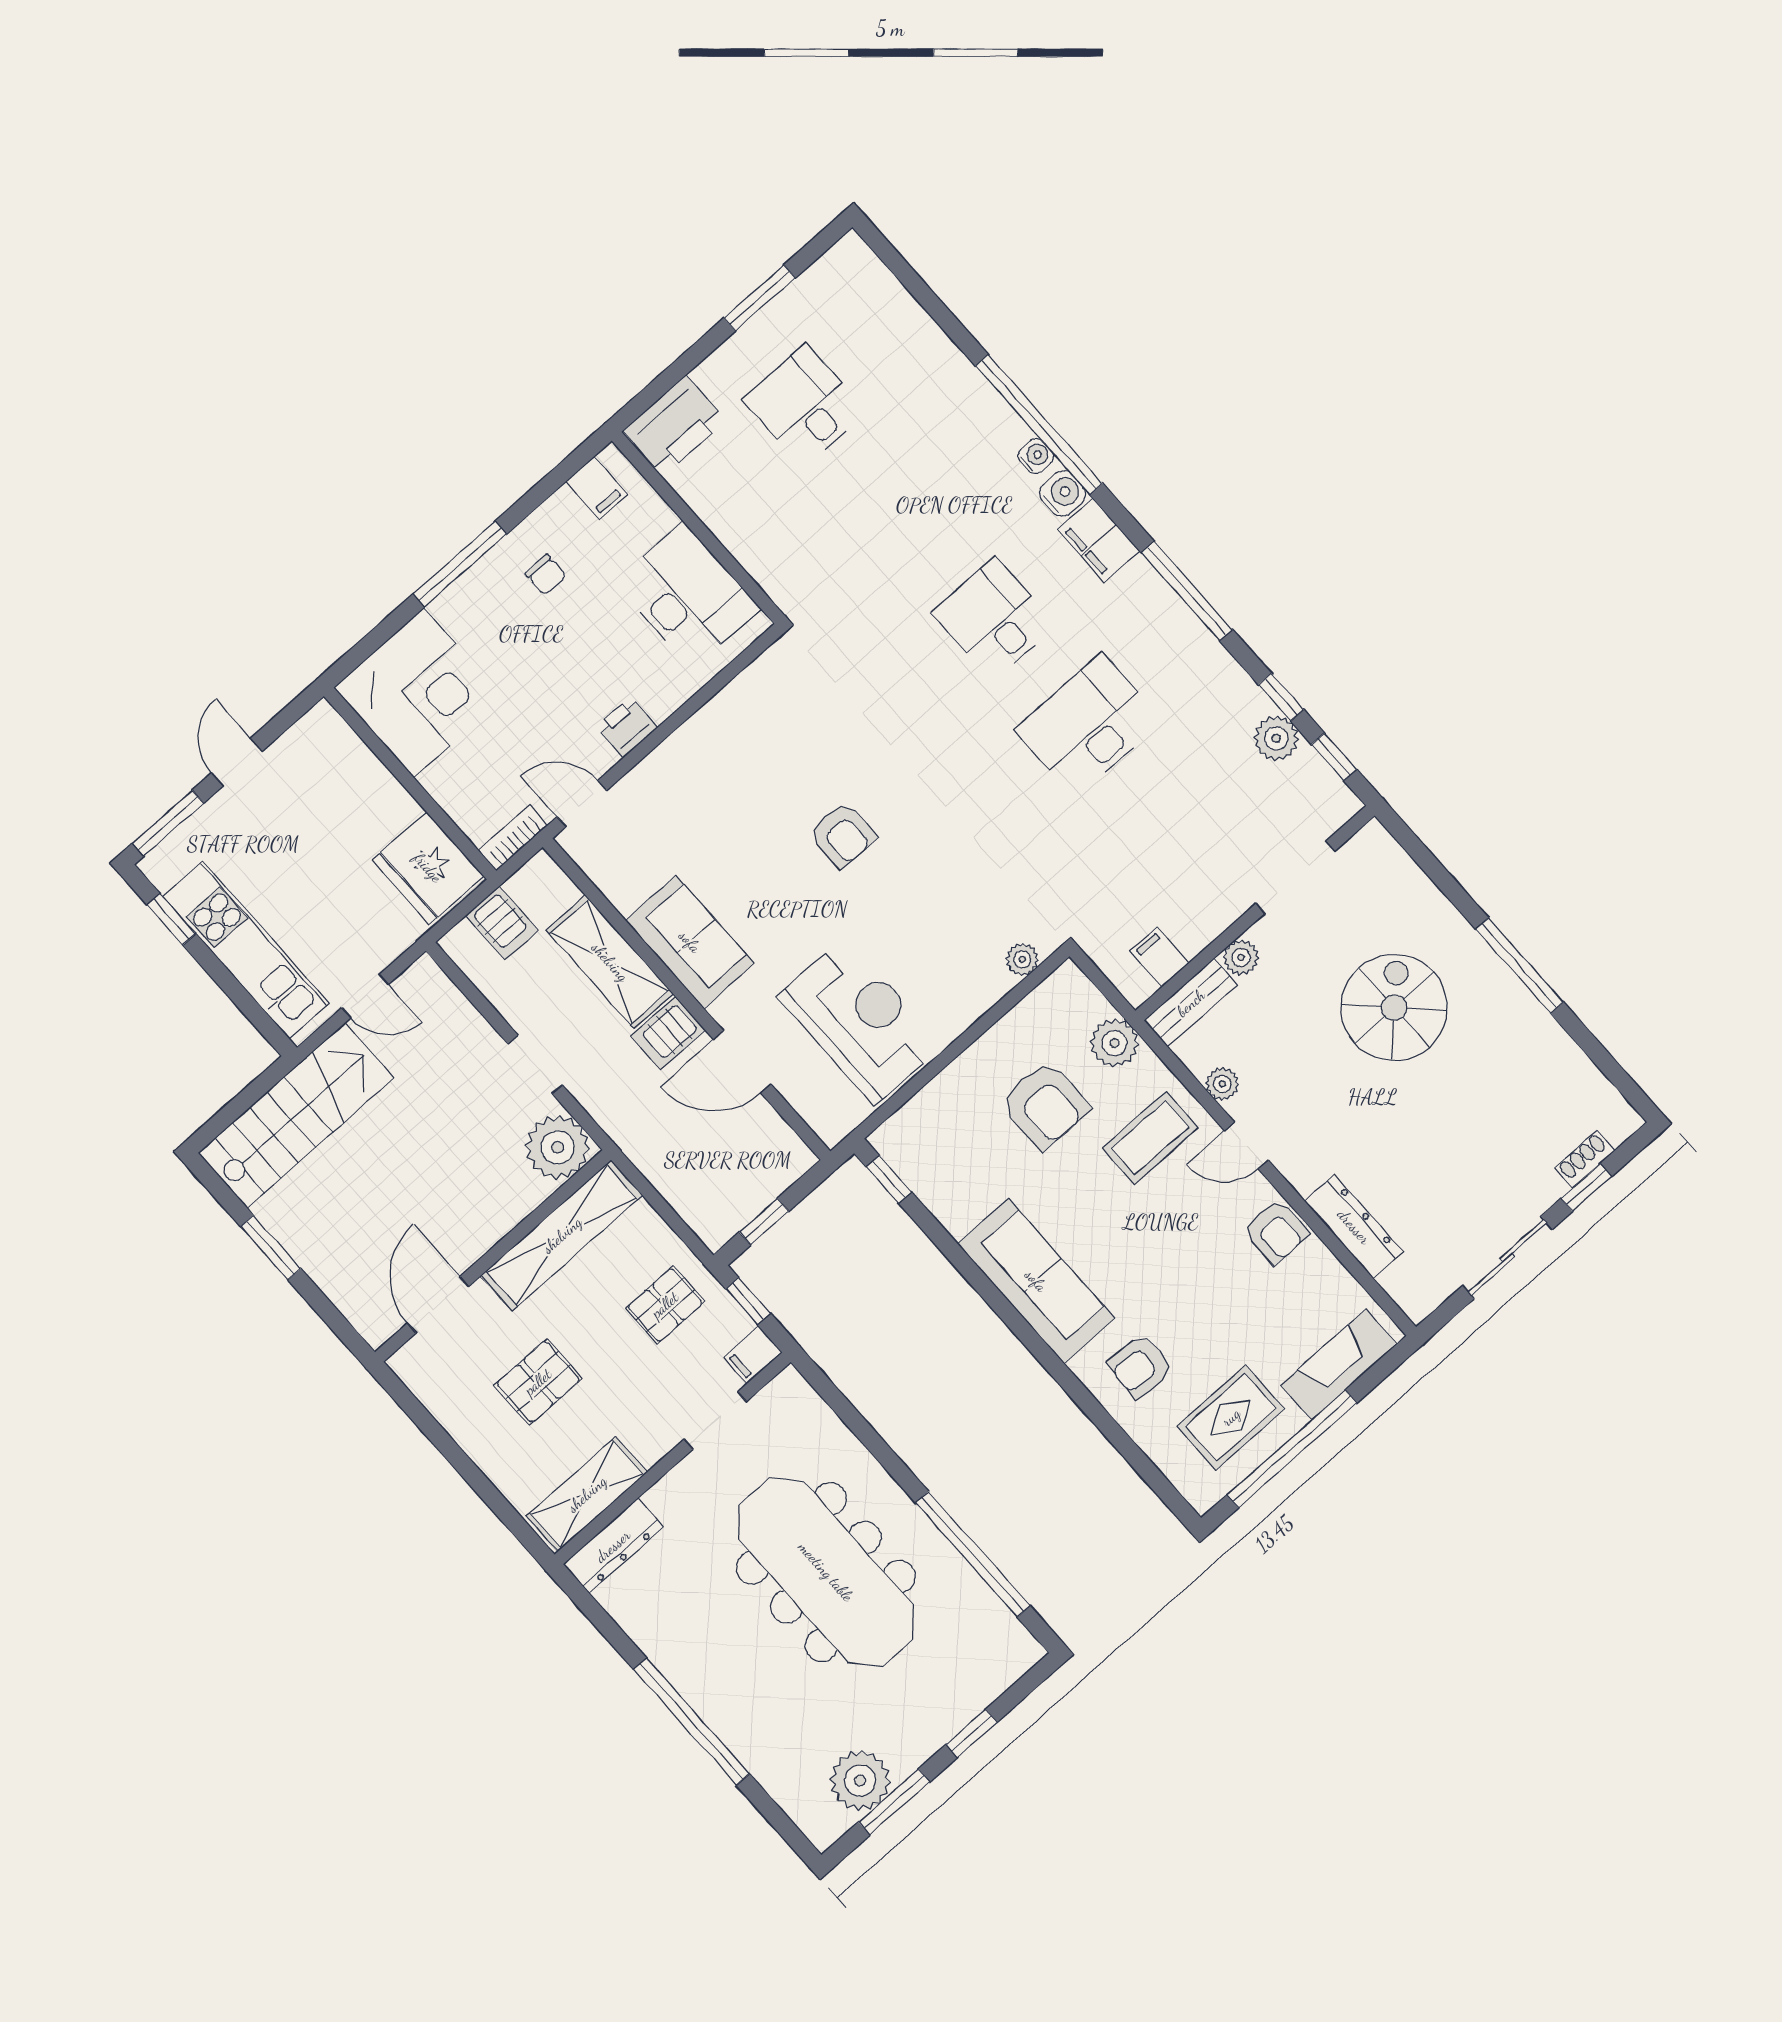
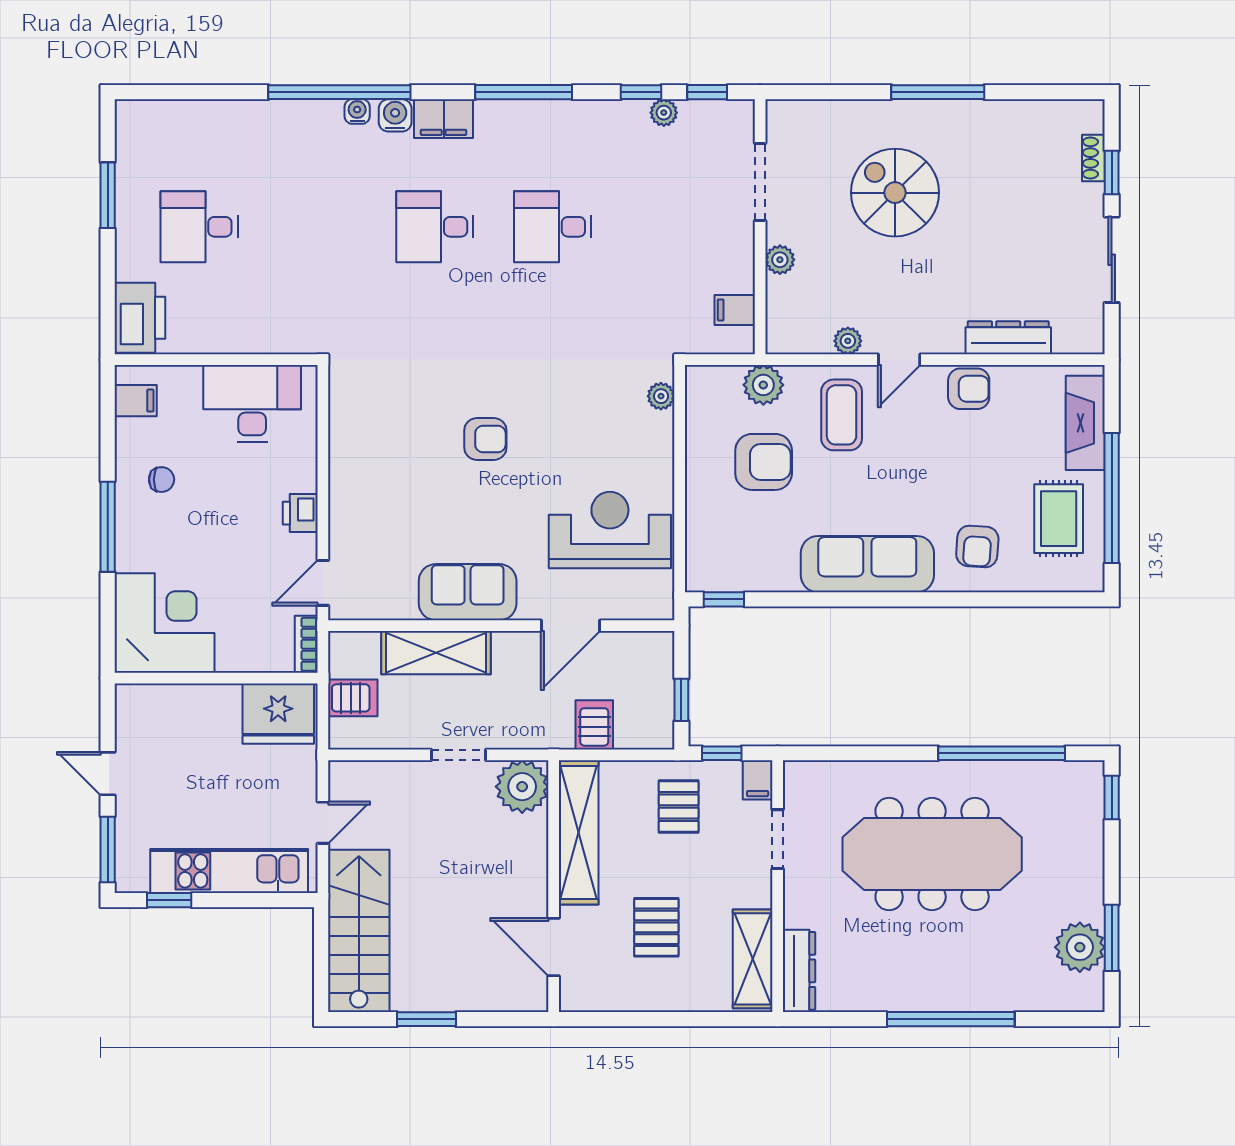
desk: (1088, 725) -> (553, 227), width x0.73
plant: (1276, 738) -> (664, 113), width x0.73, depth x0.73
bench: (1191, 1003) -> (780, 316), removed
server rack: (668, 1033) -> (594, 725), moved, turned 180
window: (971, 1733) -> (1112, 797), moved

